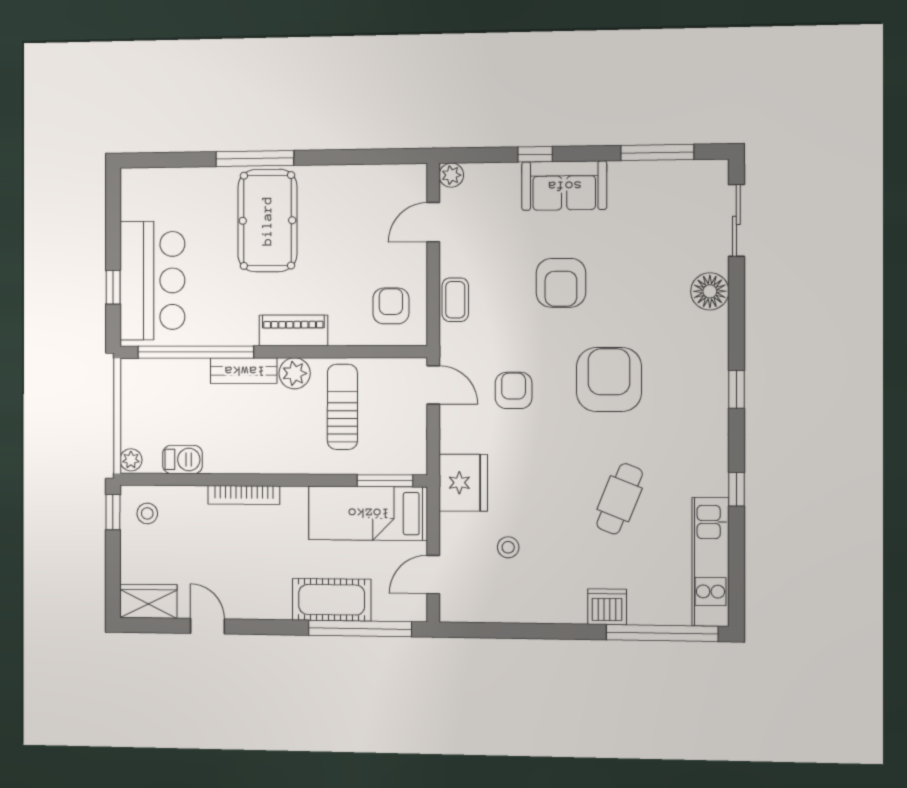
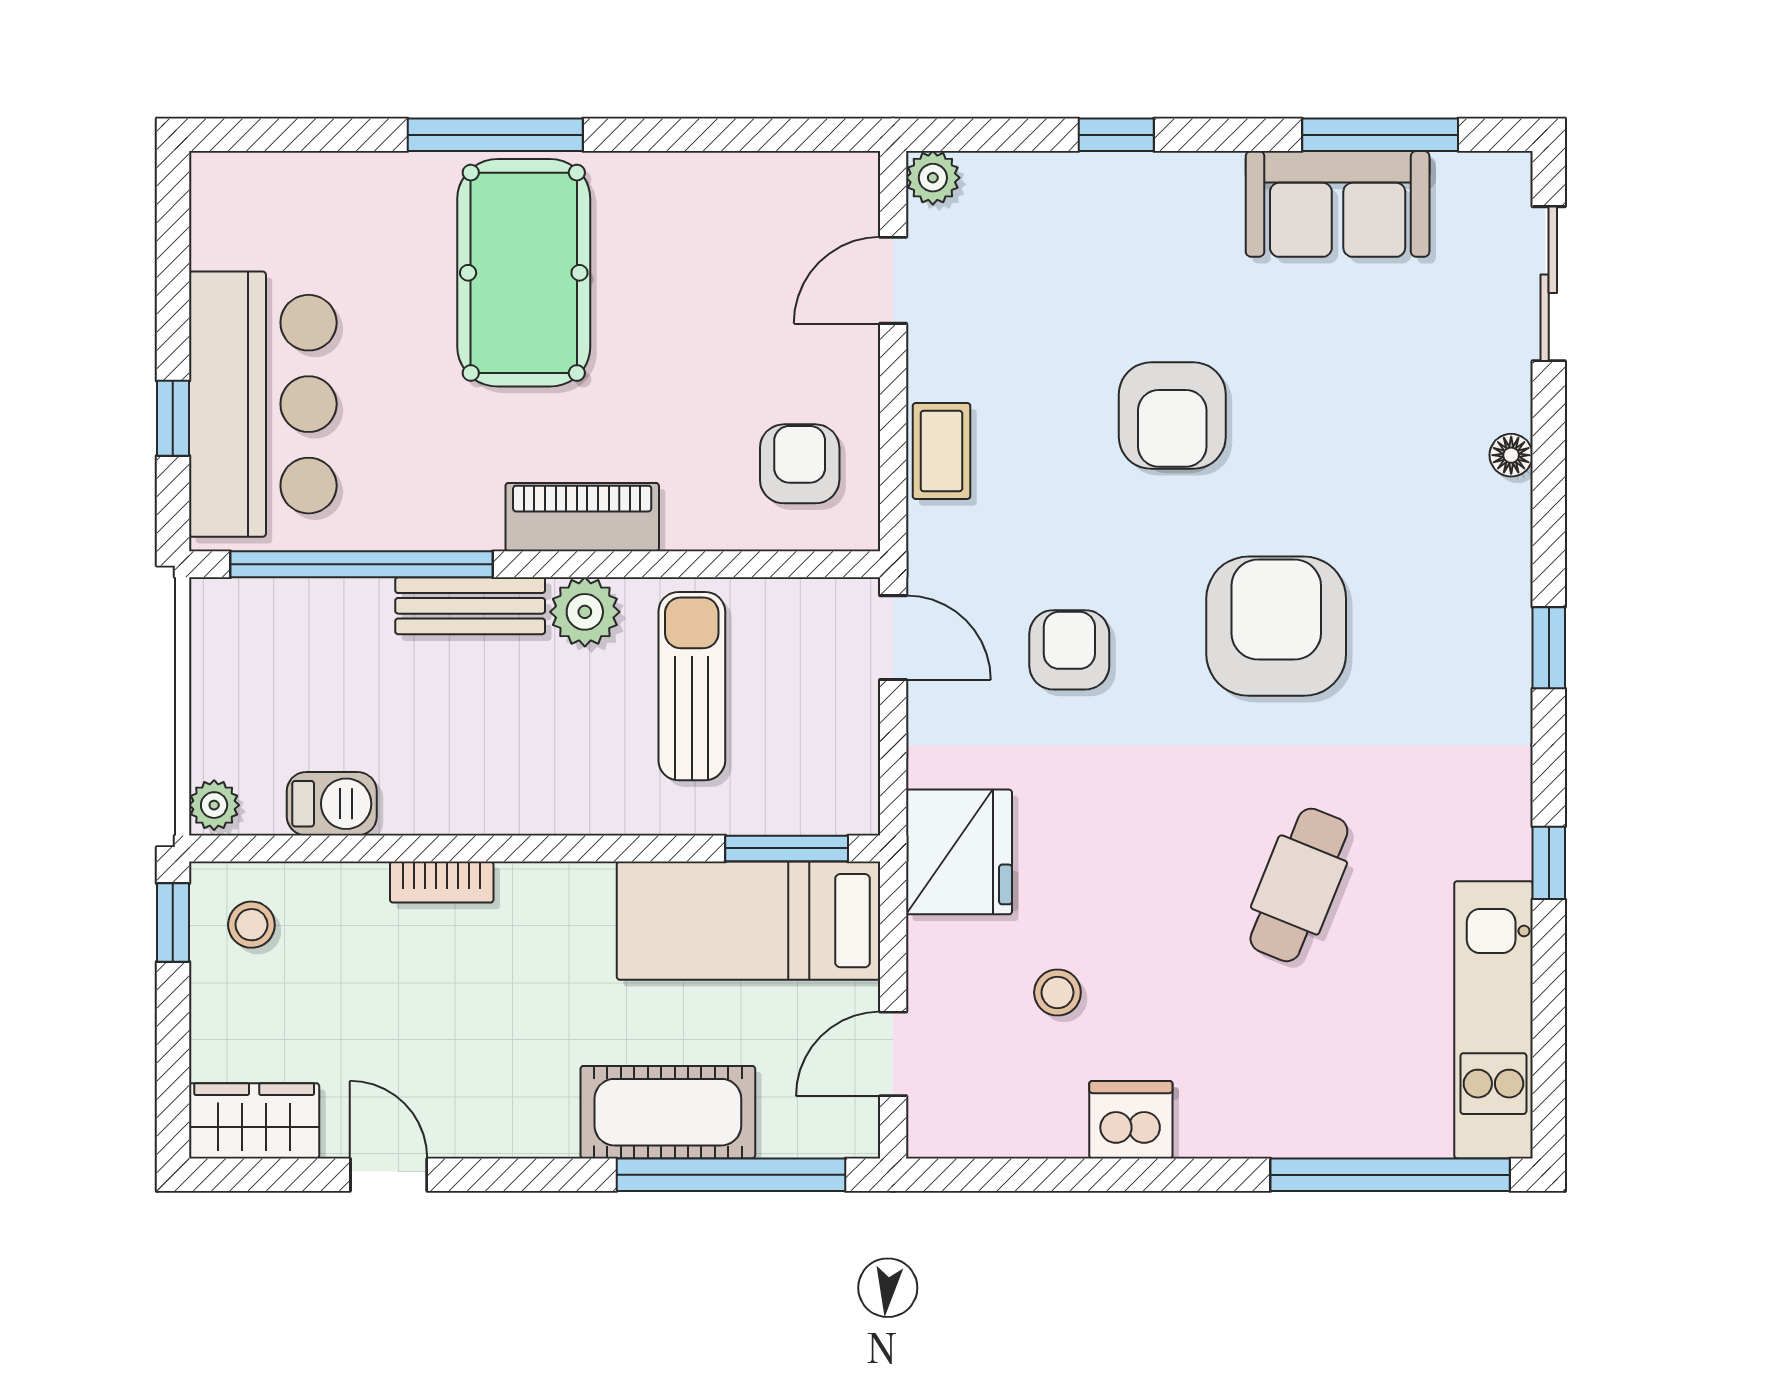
sofa: (564, 186) -> (1338, 204), moved
floor lamp: (710, 291) -> (1511, 455), width x0.53, depth x0.53
bookcase: (244, 495) -> (442, 882), width x0.64
dishwasher: (607, 607) -> (1131, 1120), moved

